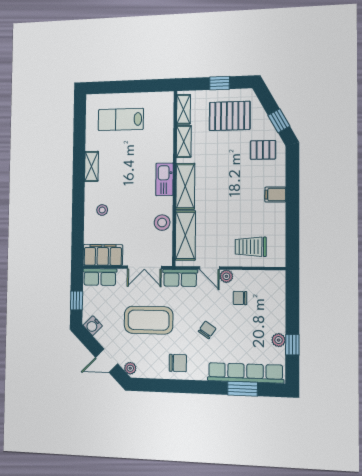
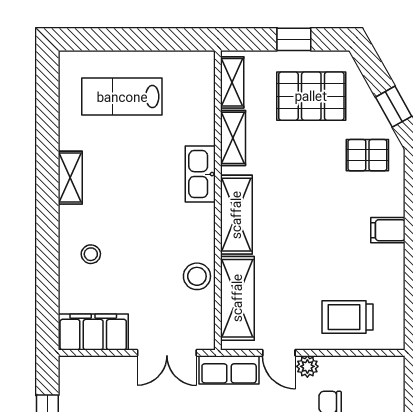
kitchen sink: (164, 179) -> (200, 174), moved
row of seats: (100, 277) -> (88, 370), removed

